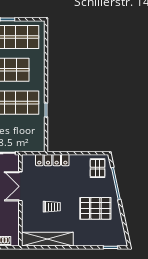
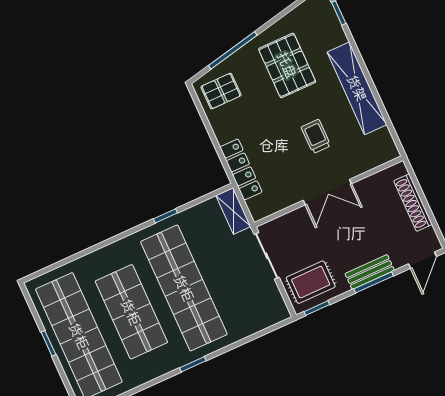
shelving: (33, 146) -> (233, 211), added
double door: (20, 186) -> (327, 192), moved
shelving: (47, 239) -> (357, 88), moved

